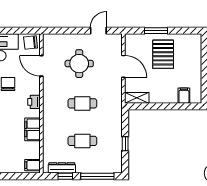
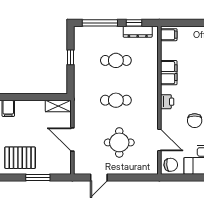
pallet: (163, 54) -> (20, 158), moved, turned 90

